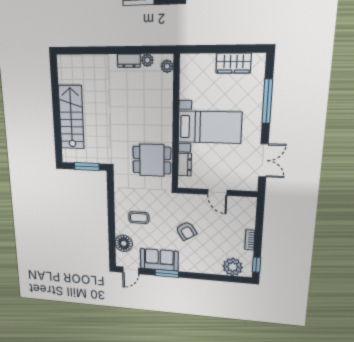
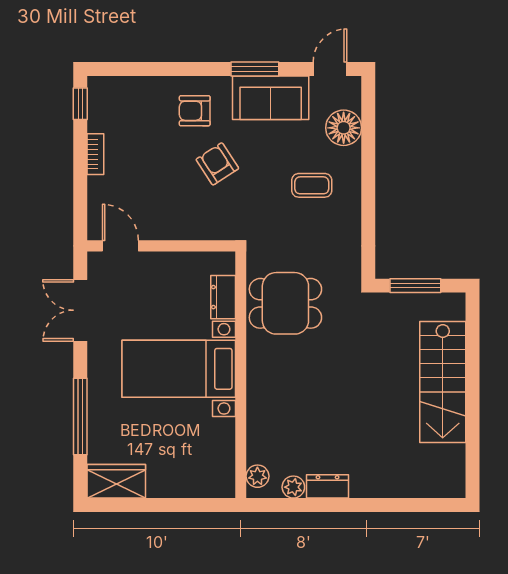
wardrobe: (233, 63) -> (116, 481), moved
door: (217, 192) -> (120, 246), moved
armchair: (197, 257) -> (195, 111), added
plant: (233, 267) -> (125, 95), removed

